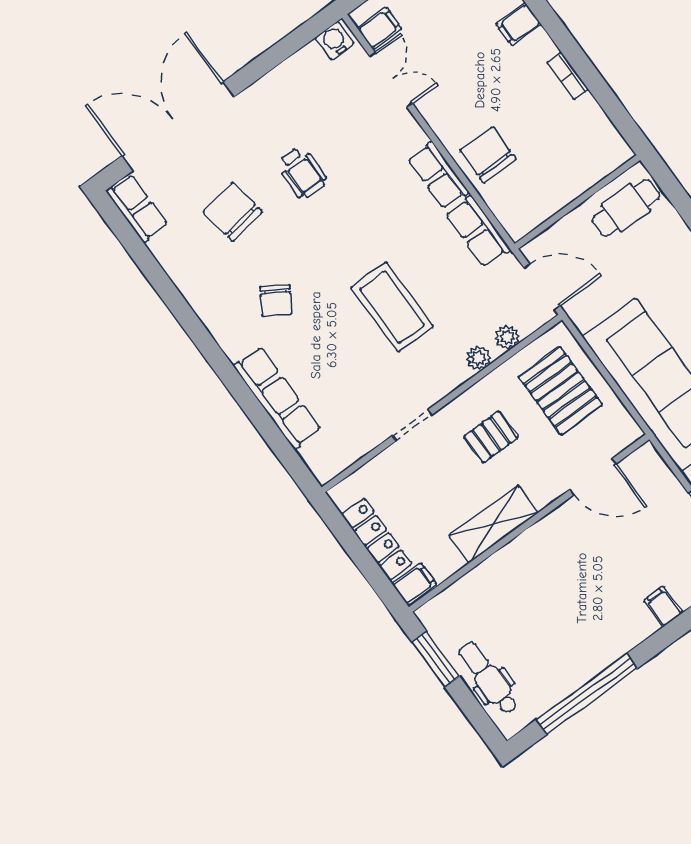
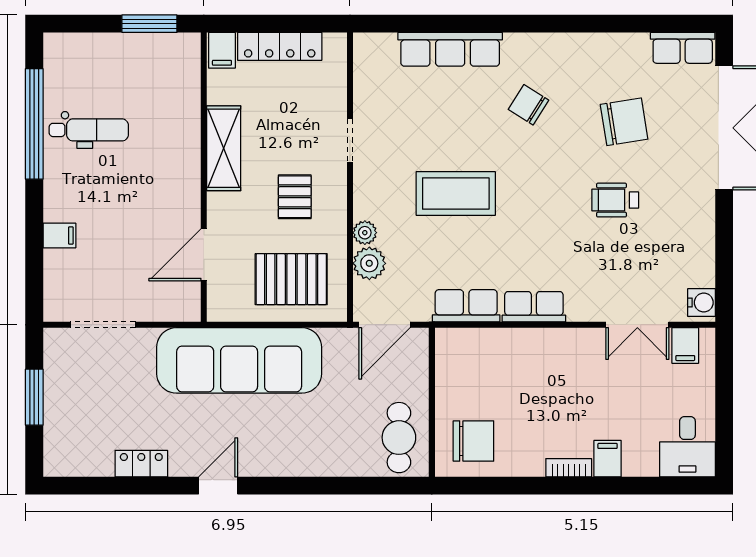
bookcase: (568, 76) -> (569, 468), moved
chair: (488, 155) -> (473, 441), moved
plant: (507, 337) -> (369, 263), width x1.38, depth x1.38
dental chair: (488, 678) -> (89, 130), moved

